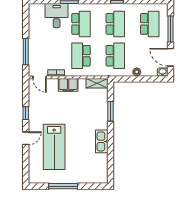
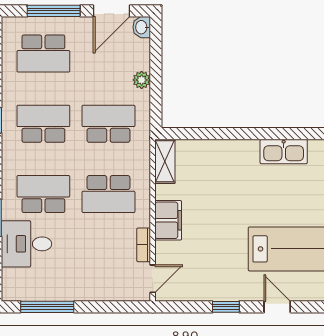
school desk: (150, 24) -> (43, 53), turned 180
window: (26, 52) -> (47, 307), moved
window: (110, 111) -> (222, 134), removed

